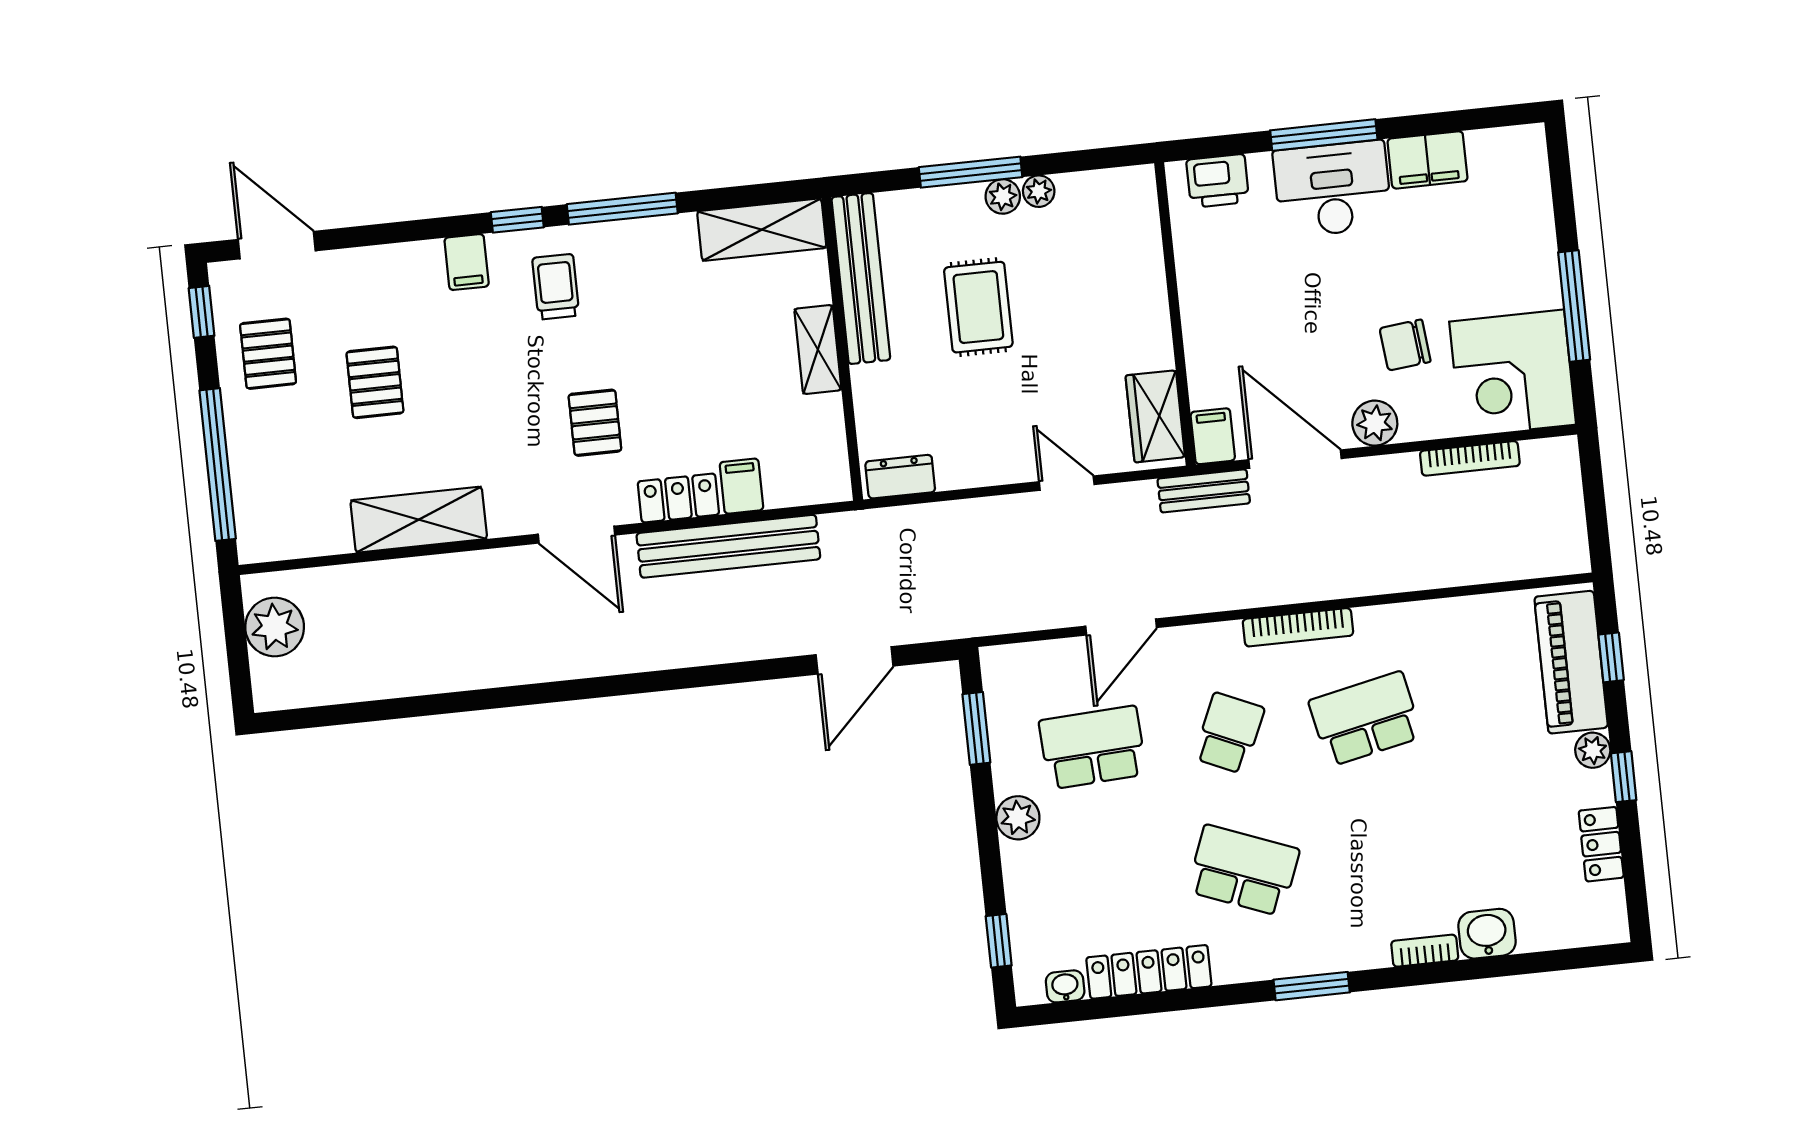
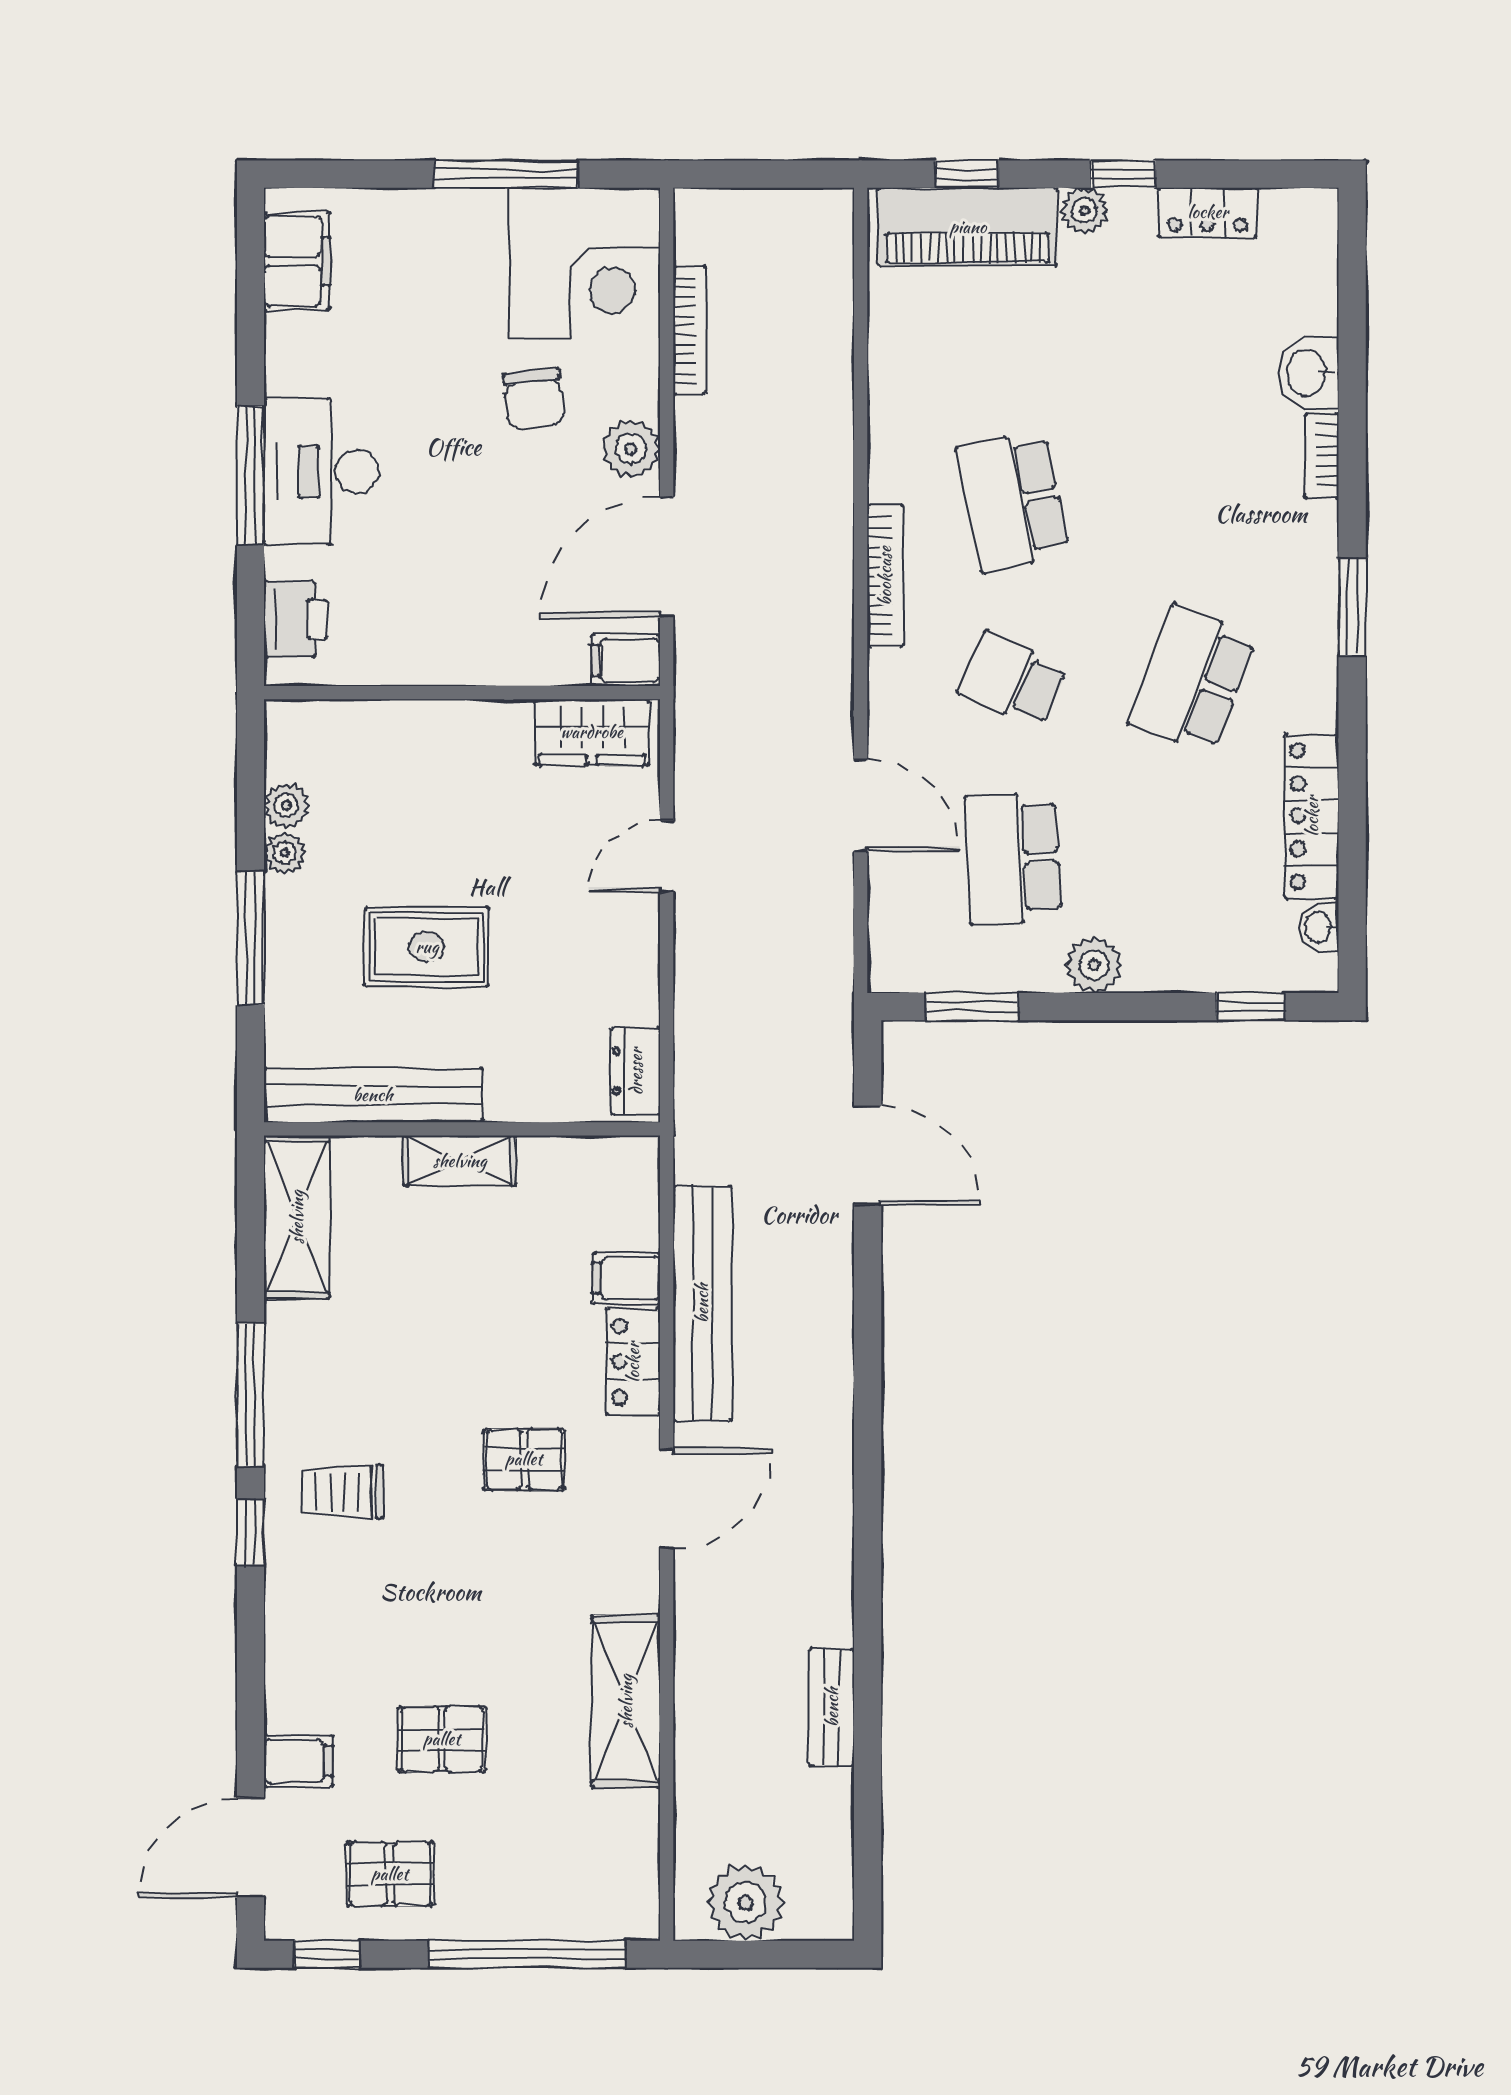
filing cabinet: (1427, 160) -> (297, 261), moved
plant: (1003, 196) -> (286, 805), moved
filing cabinet: (467, 262) -> (298, 1761), moved
bench: (1204, 491) -> (832, 1707), moved

